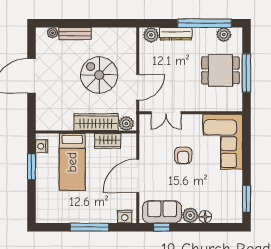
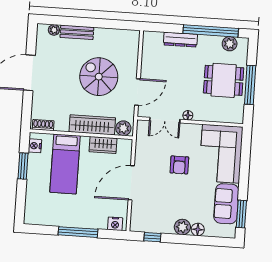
plant: (151, 35) -> (155, 39), removed
floor lamp: (188, 107) -> (188, 115), added
shoe rack: (48, 126) -> (43, 125), added
sofa: (162, 212) -> (226, 204), moved, turned -90

